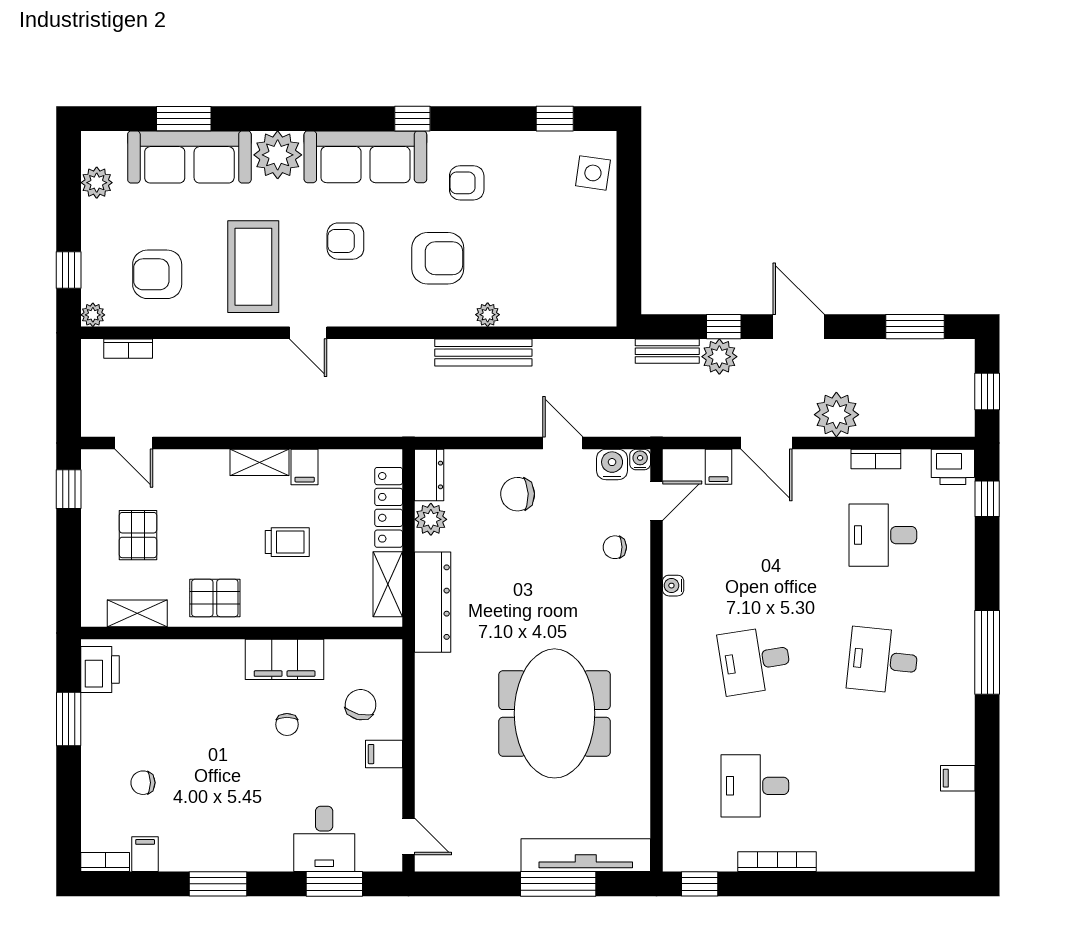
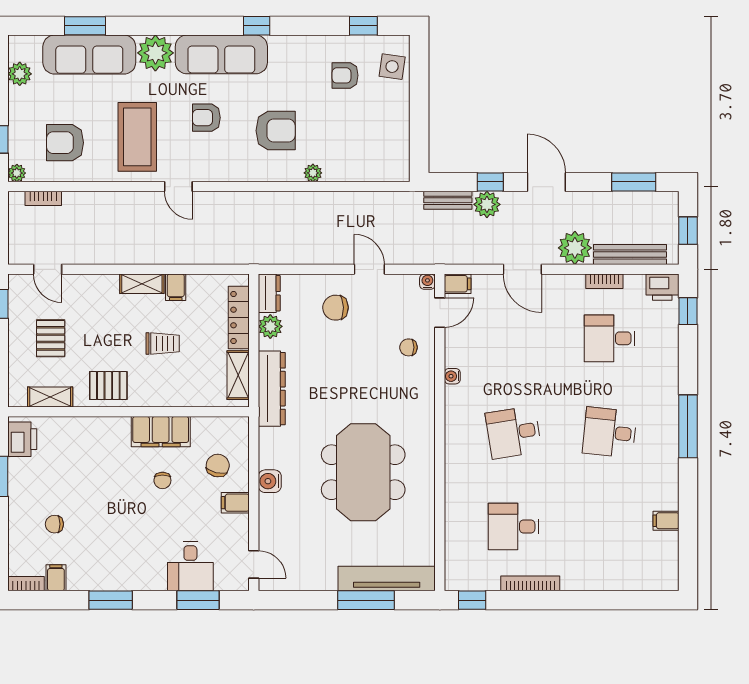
armchair: (467, 183) -> (345, 75), moved
bench: (483, 353) -> (630, 254), moved
water cooler: (612, 465) -> (270, 481), moved, turned -90
filing cabinet: (719, 467) -> (458, 284), moved, turned -90

